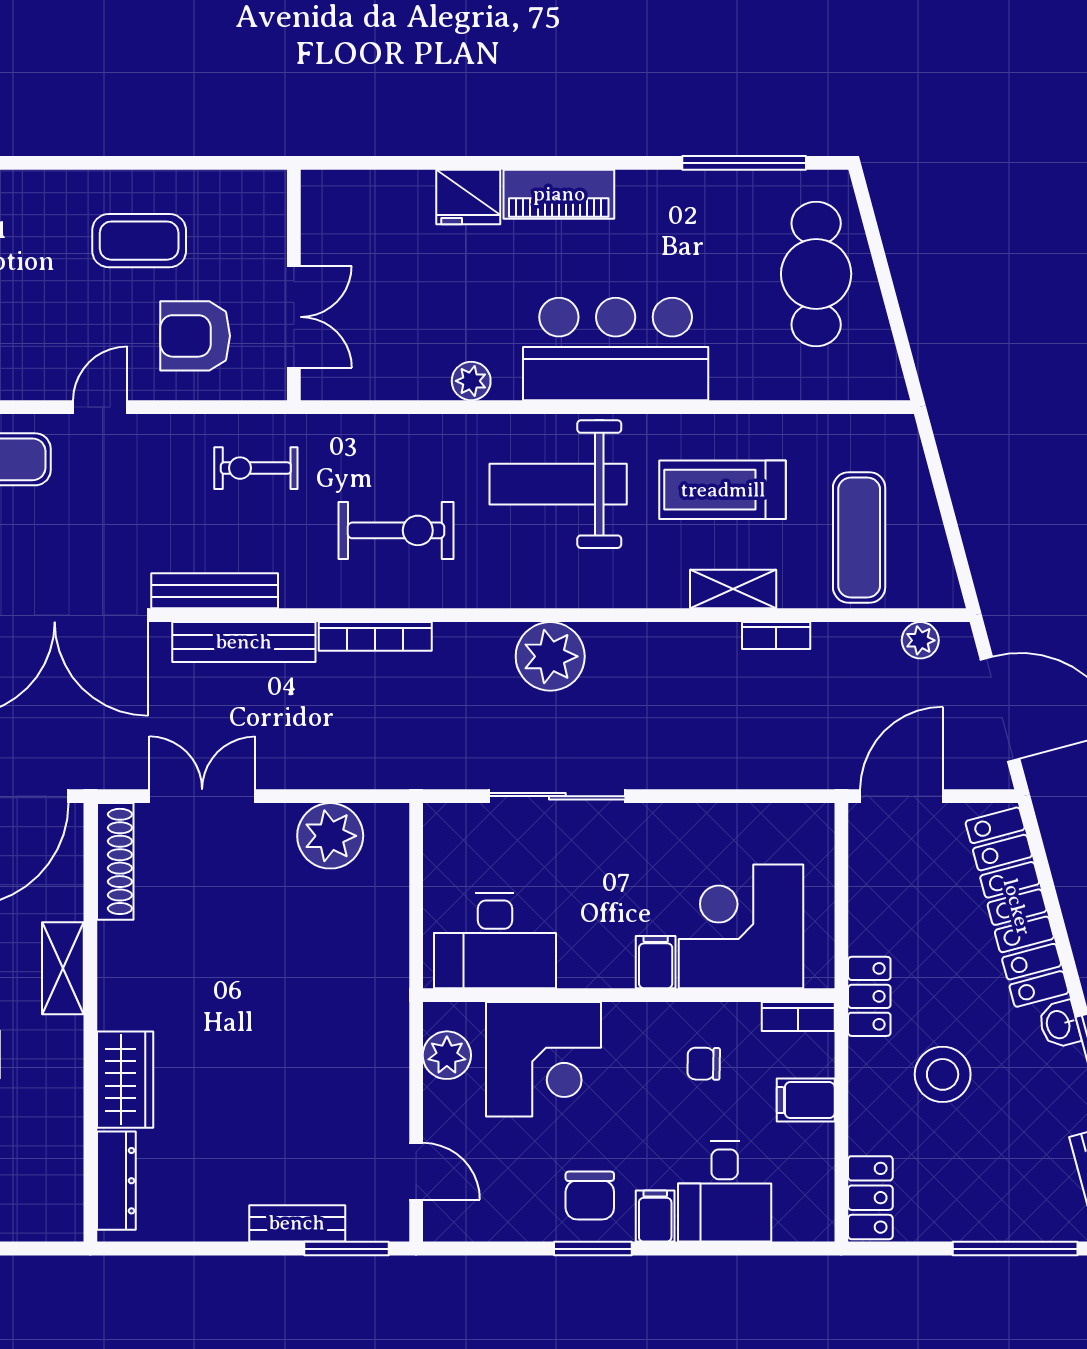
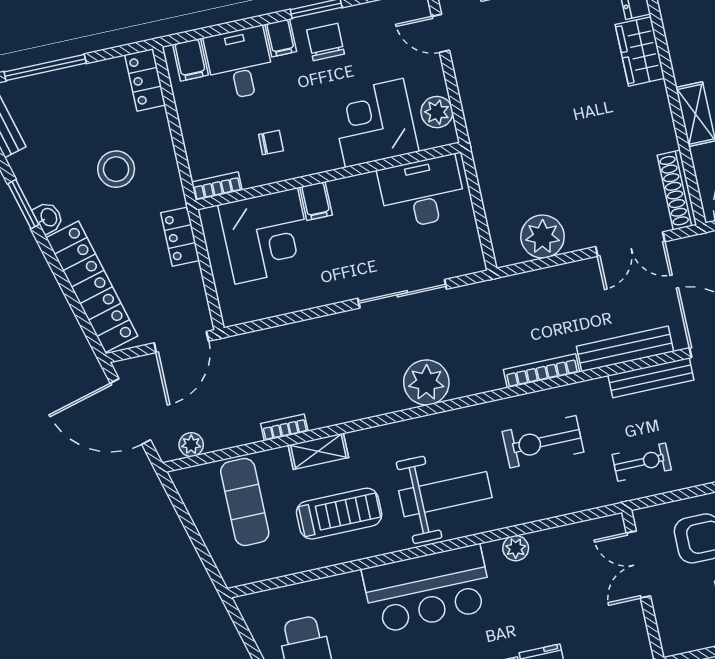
locker: (869, 996) -> (180, 237), moved
filing cabinet: (806, 1100) -> (190, 60), moved, turned 90

